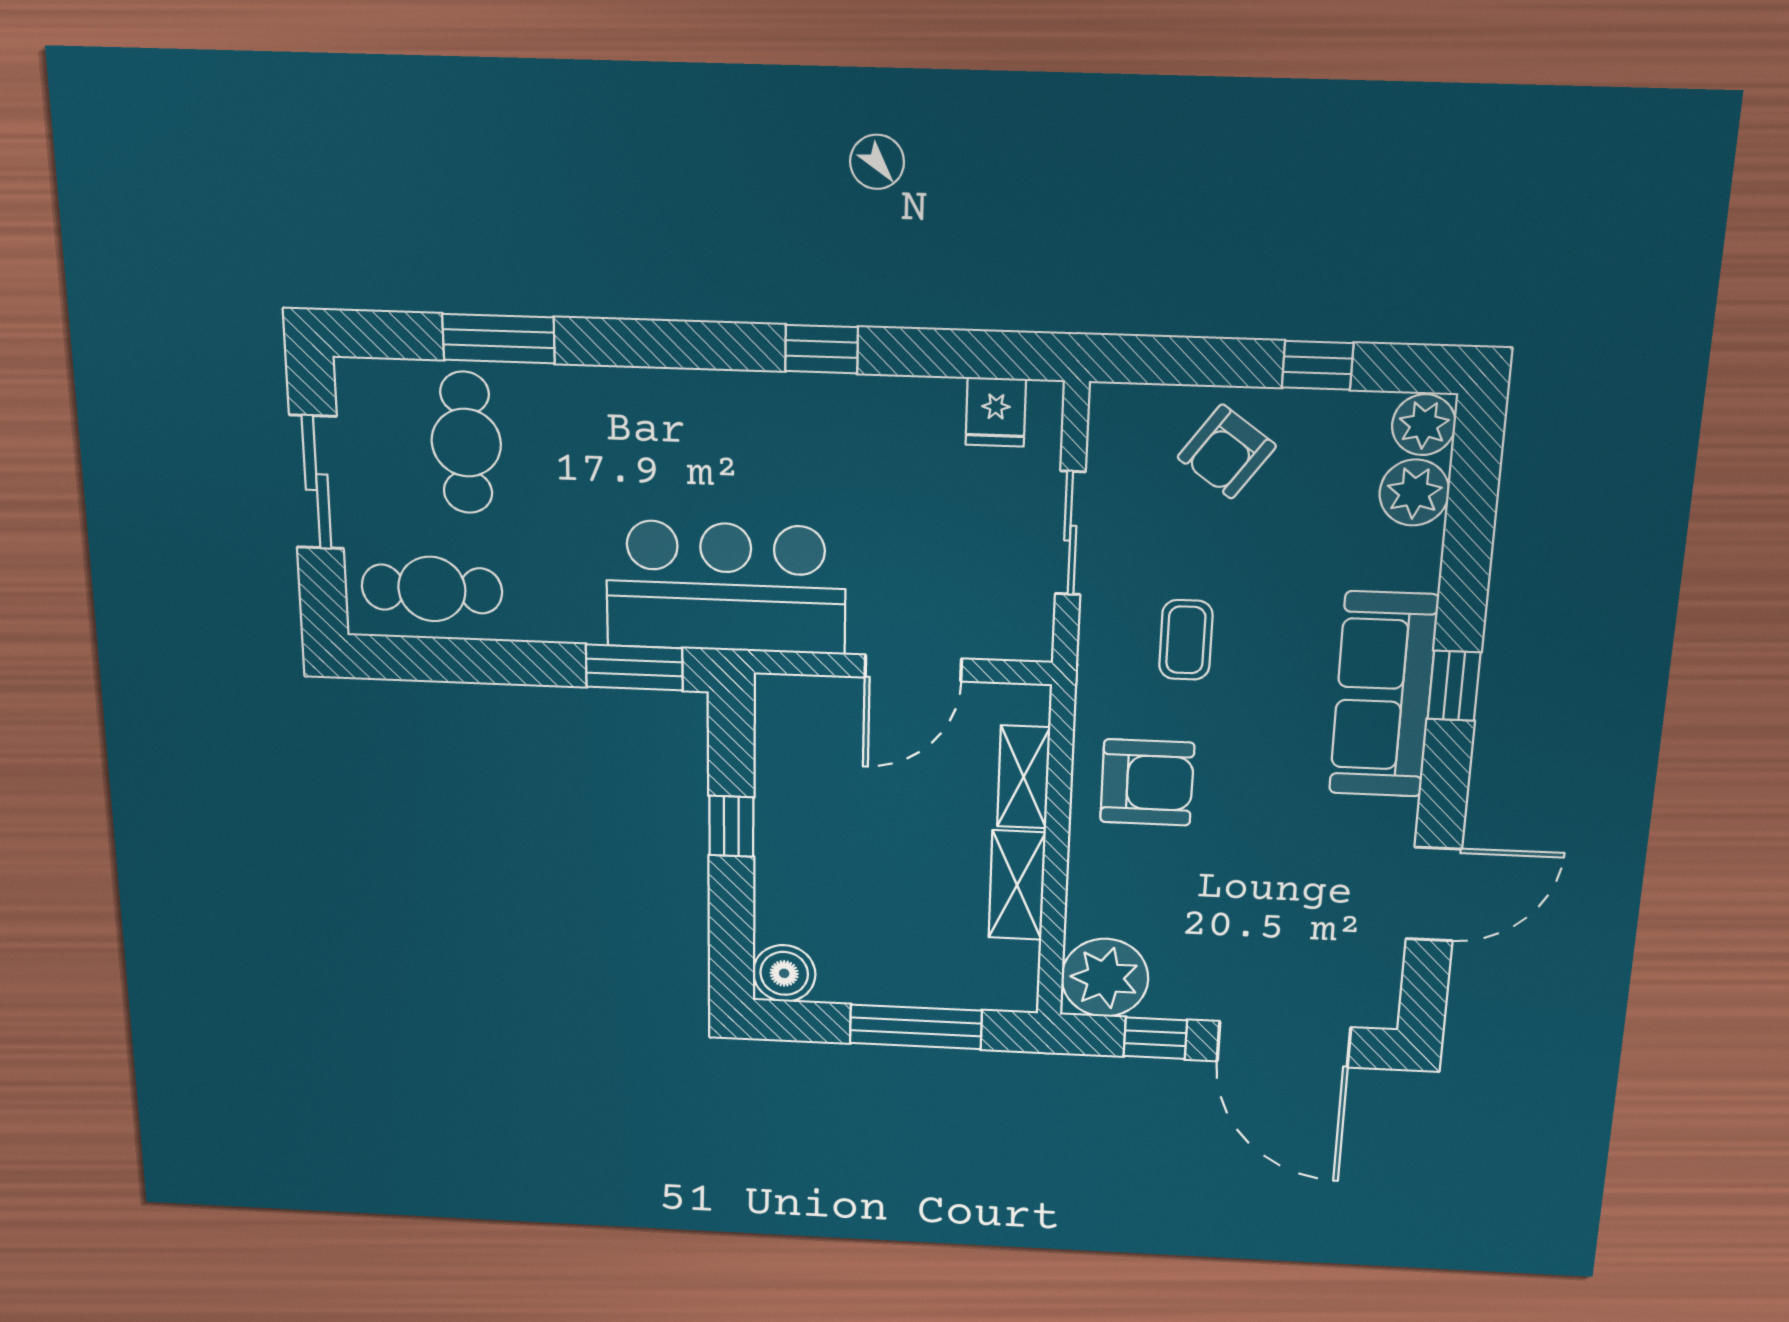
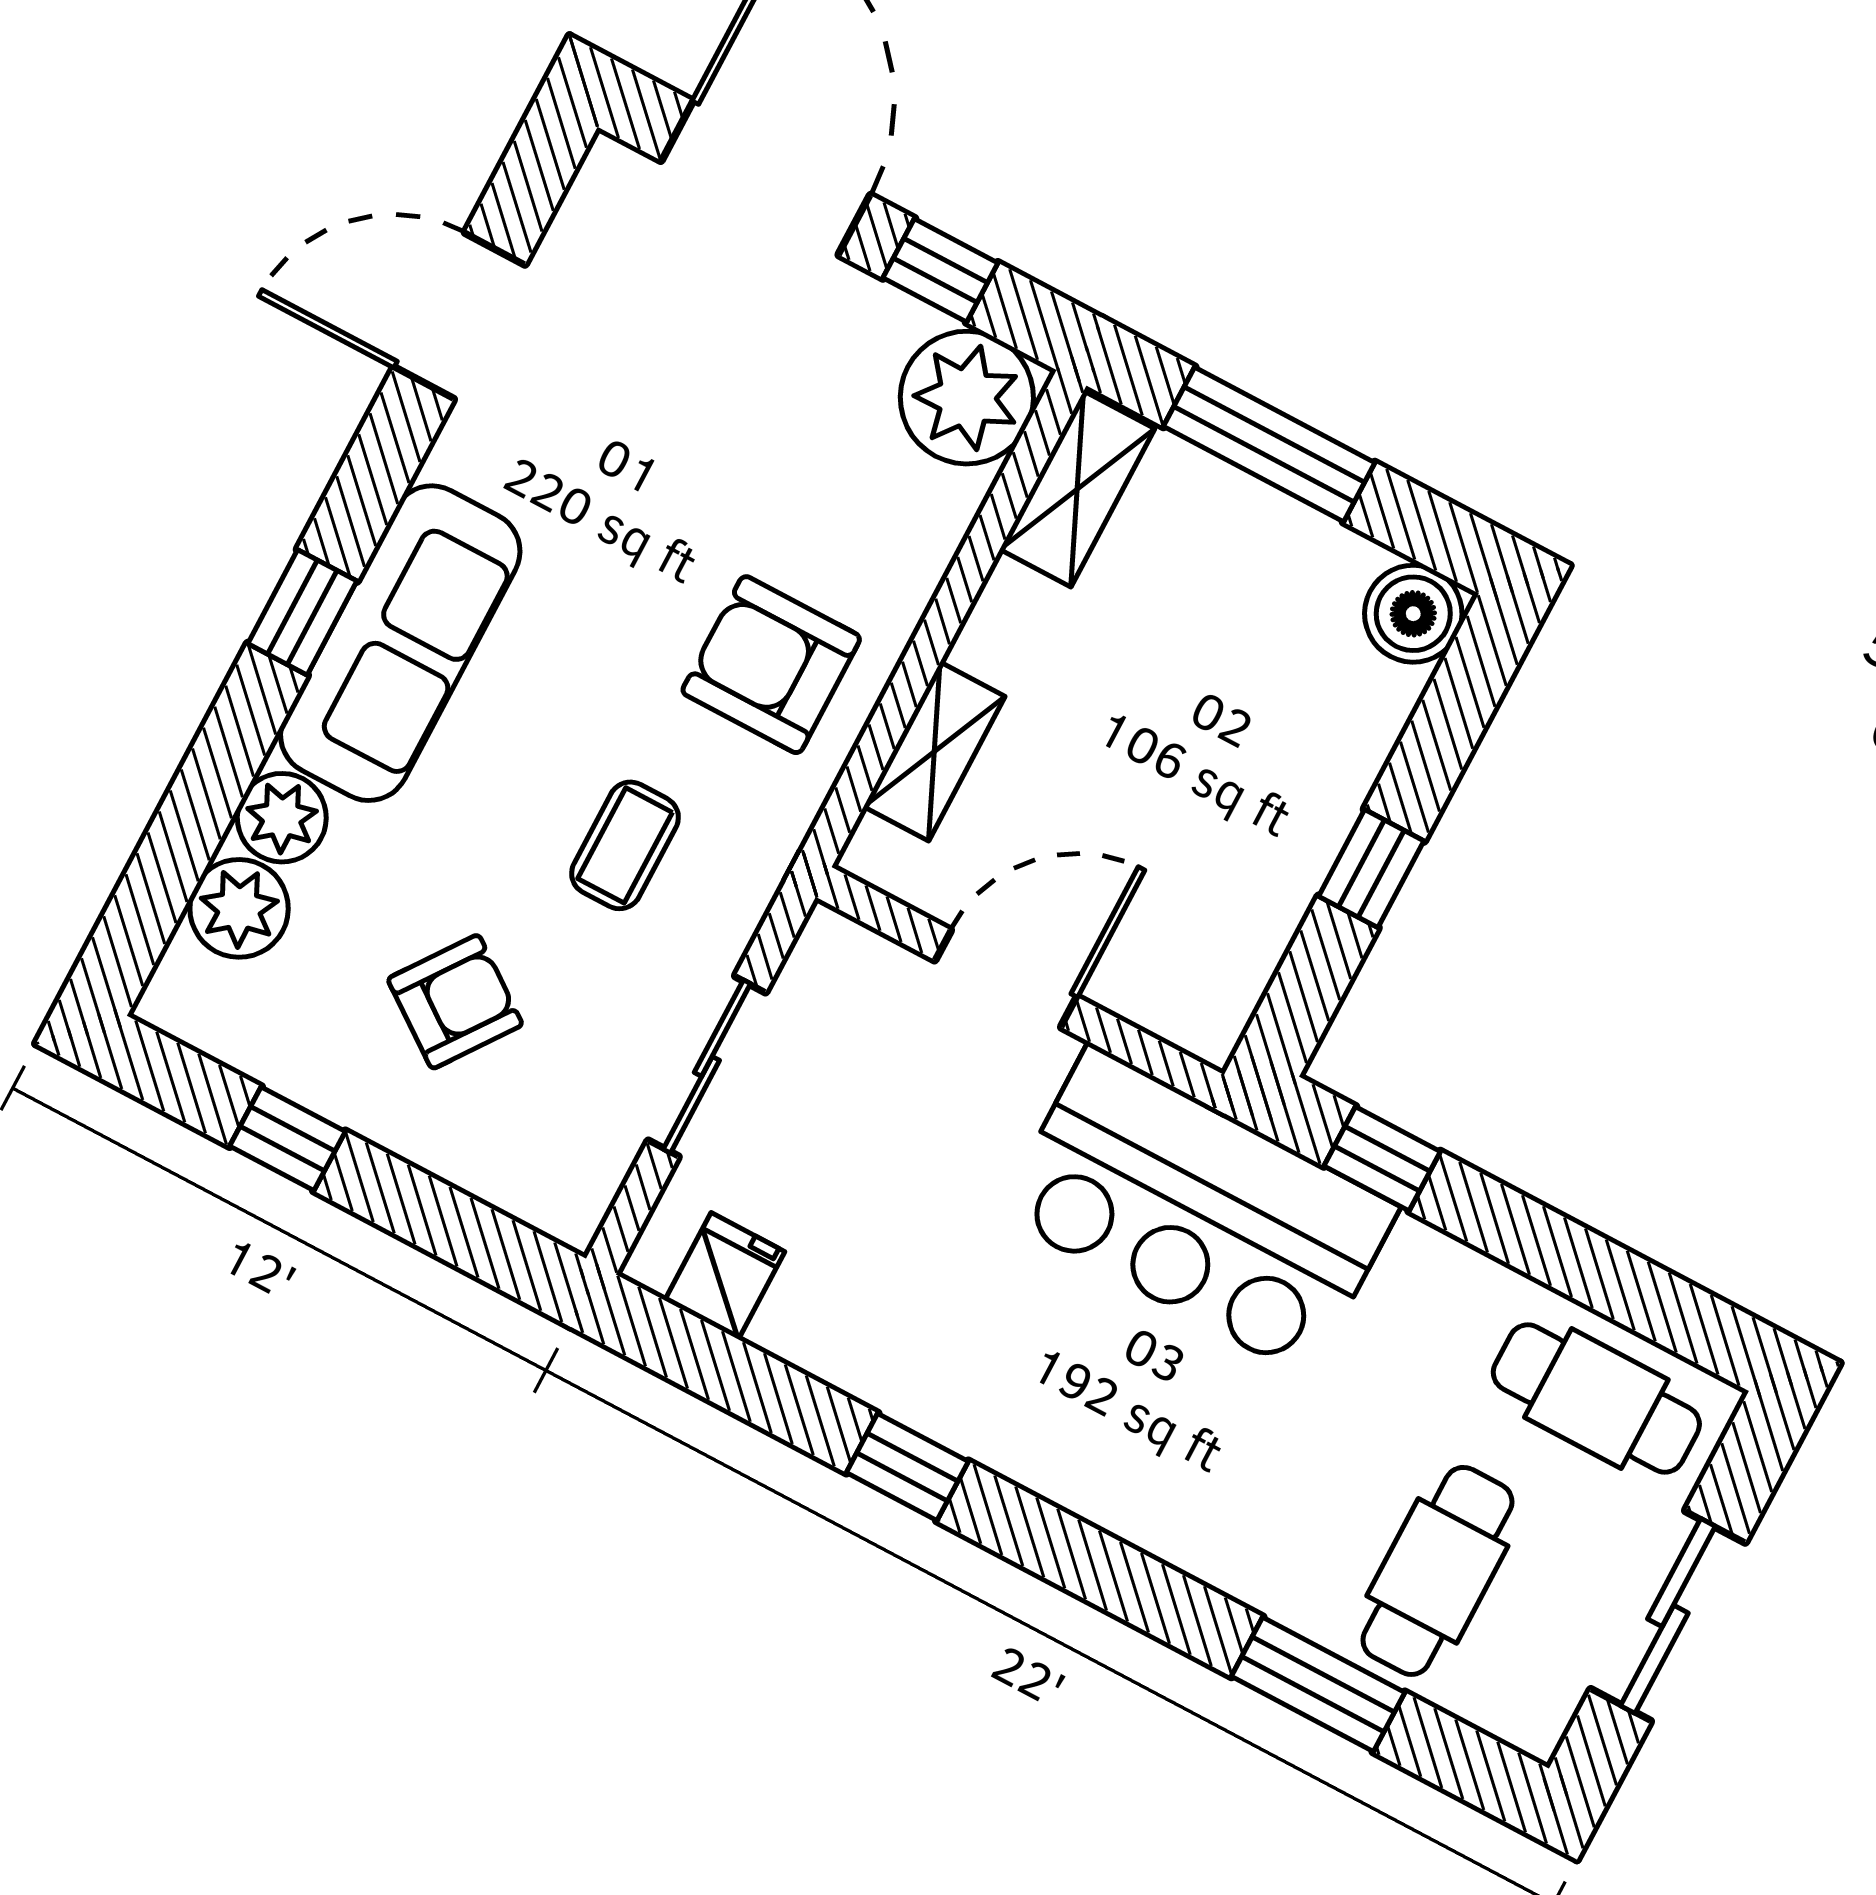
plant: (1424, 425) -> (282, 818), moved
armchair: (1227, 452) -> (455, 1002), moved
window: (634, 668) -> (1382, 1159), width x0.67
shelving: (1017, 885) -> (1077, 489), moved

